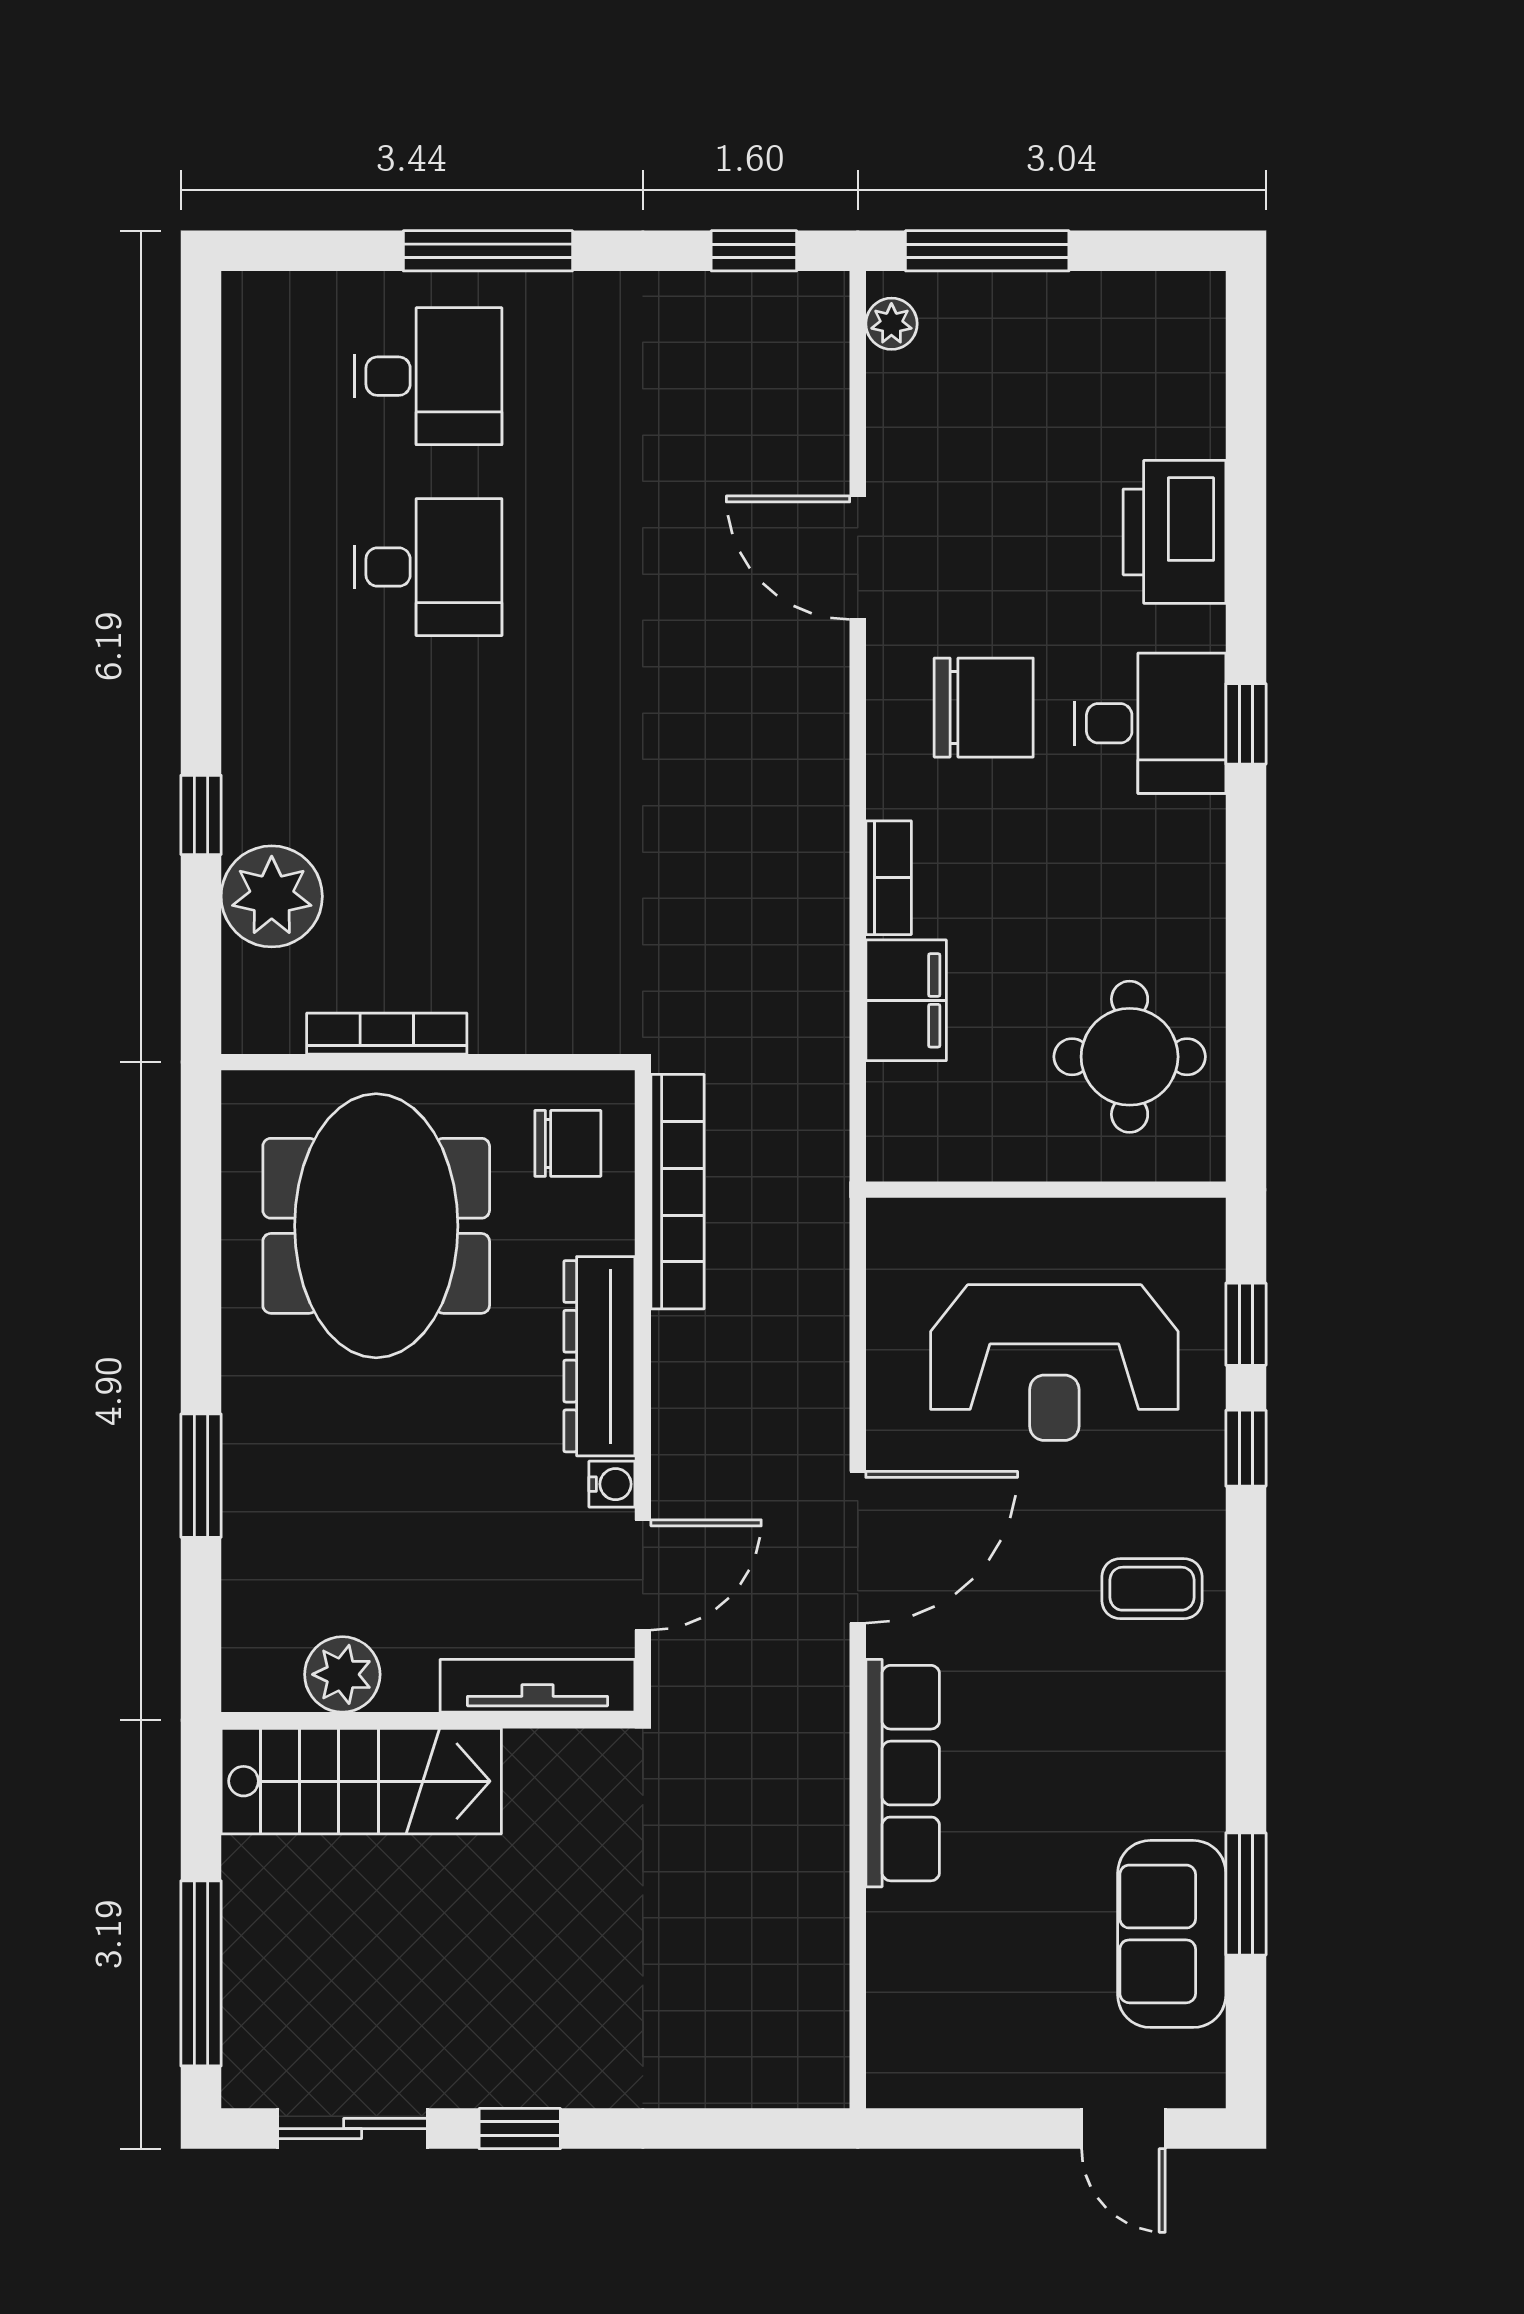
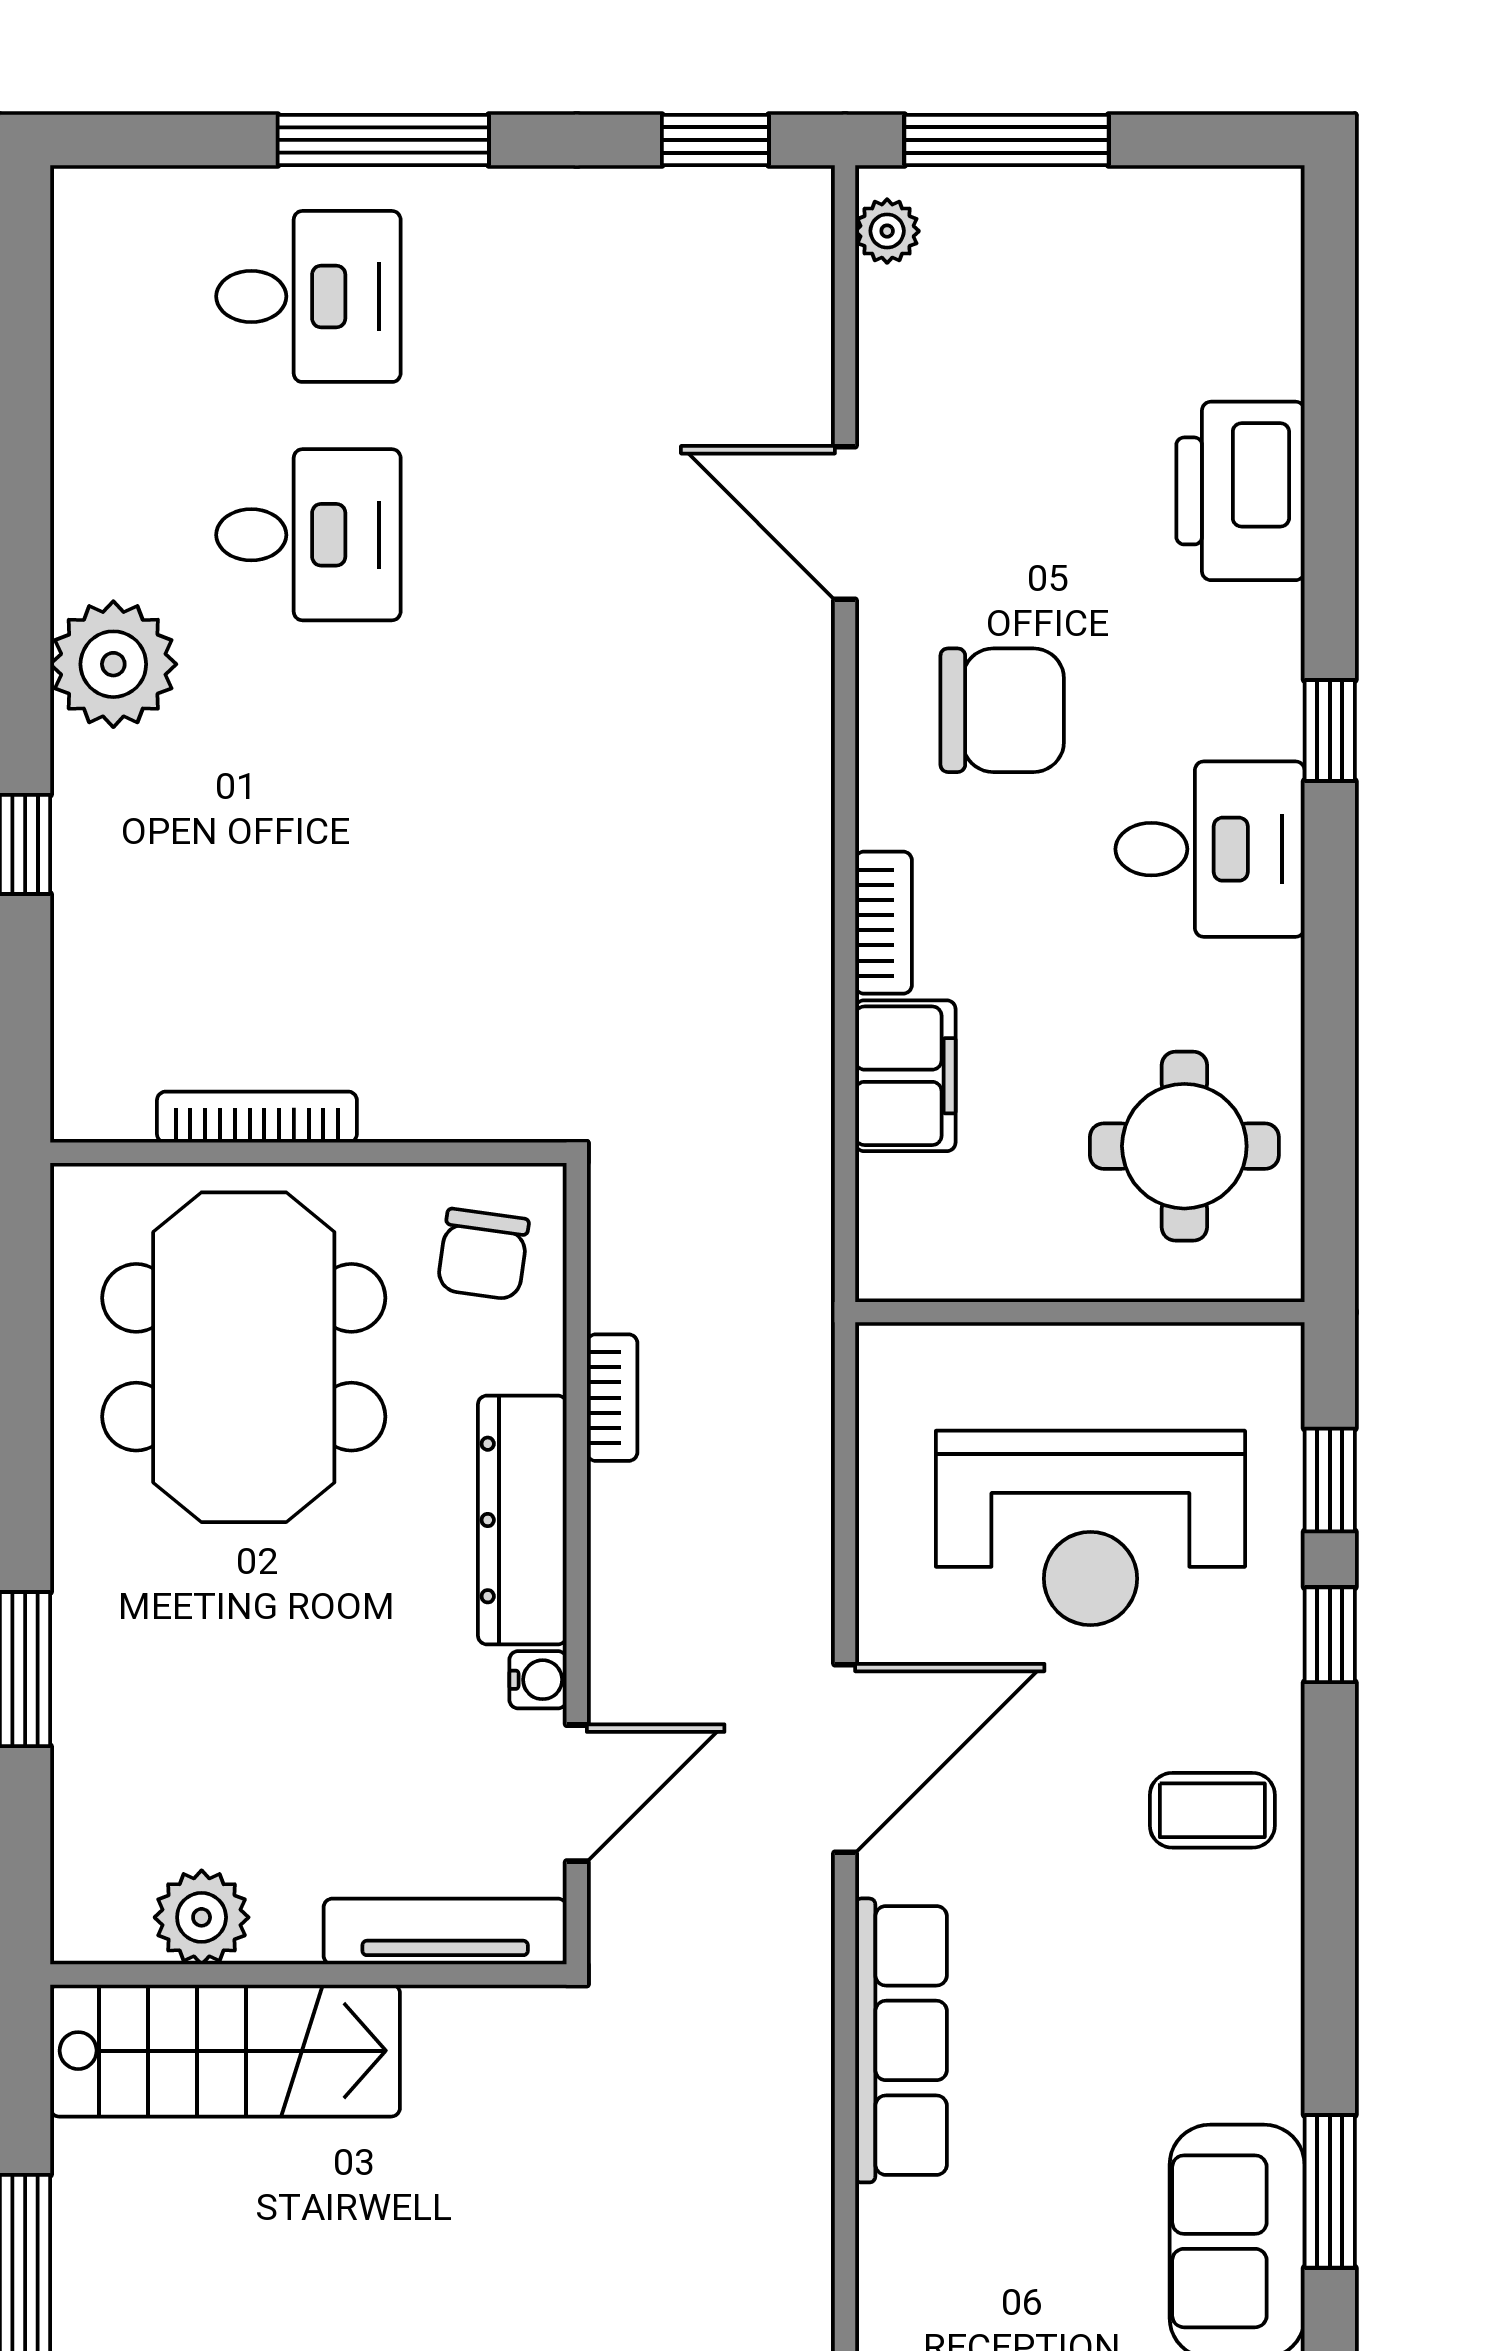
desk: (1150, 723) -> (1210, 849), moved
plant: (272, 896) -> (113, 664), moved
chair: (568, 1143) -> (483, 1254), turned 98
bookcase: (678, 1192) -> (612, 1398), width x0.43, depth x0.76

